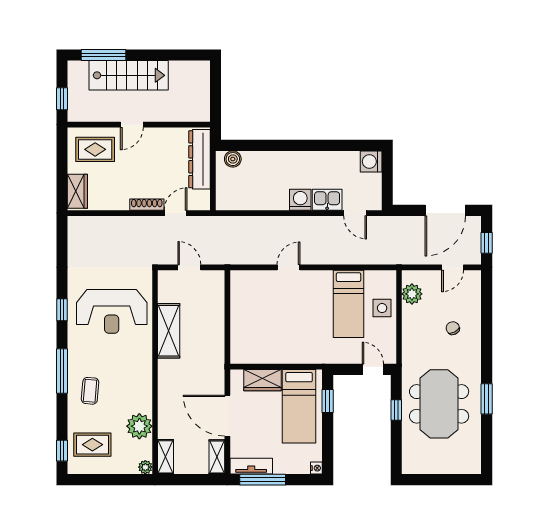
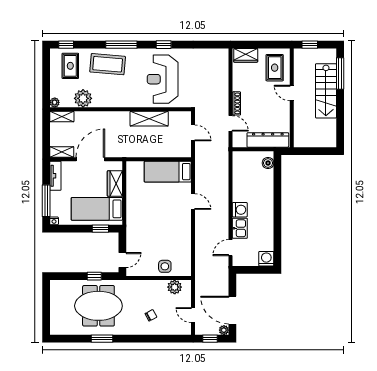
plant: (474, 223) -> (224, 330), added
door: (189, 267) -> (193, 133), hinge flipped
bed: (348, 304) -> (168, 172), moved
coffee table: (90, 391) -> (108, 64), width x1.86, depth x1.72
window: (263, 480) -> (46, 201), moved

